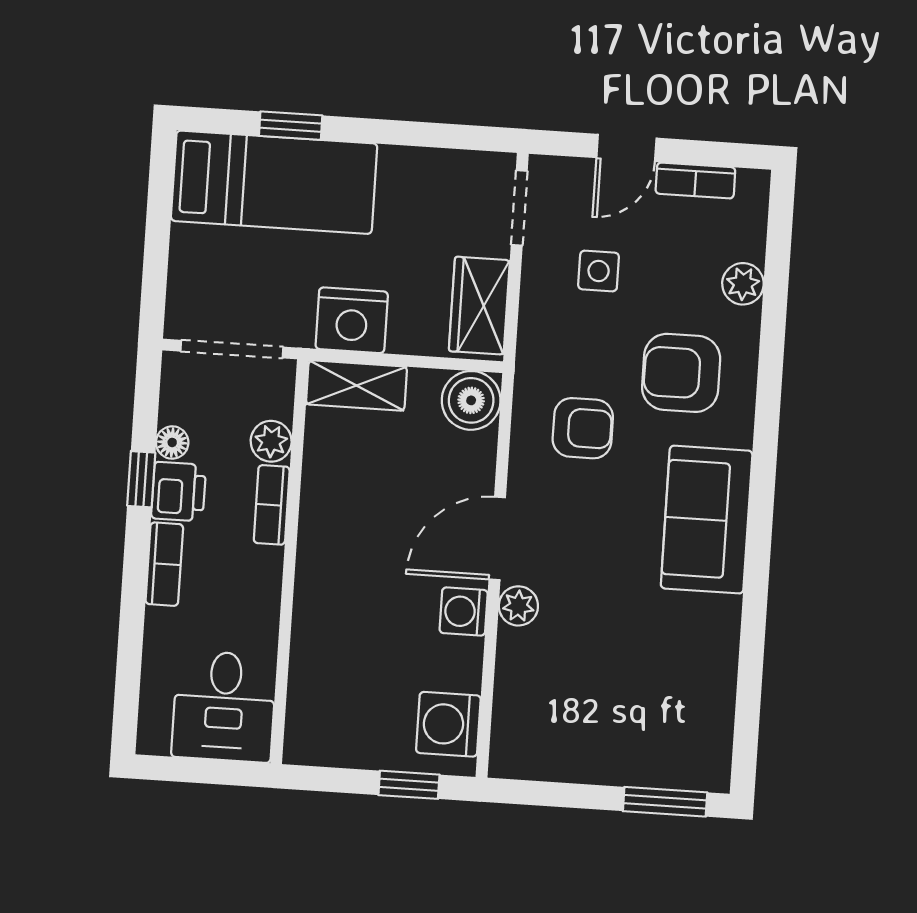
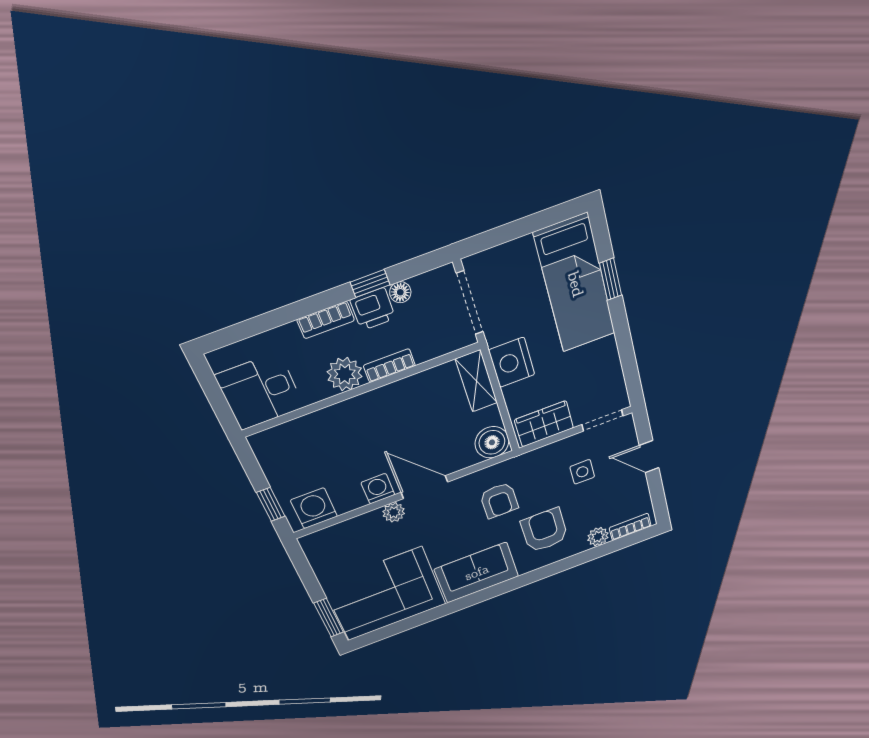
bookcase: (695, 181) -> (630, 527), moved, turned 90
plant: (271, 441) -> (345, 374), moved, width x1.38, depth x1.38
corner sofa: (667, 690) -> (385, 594), added

